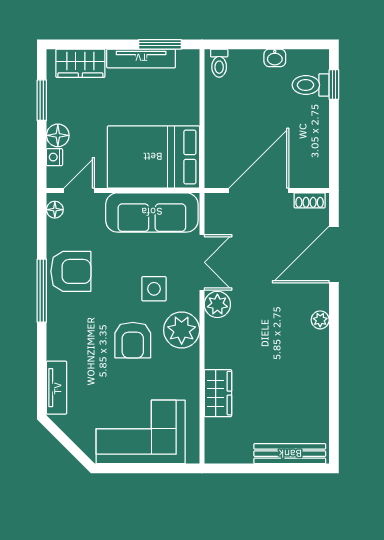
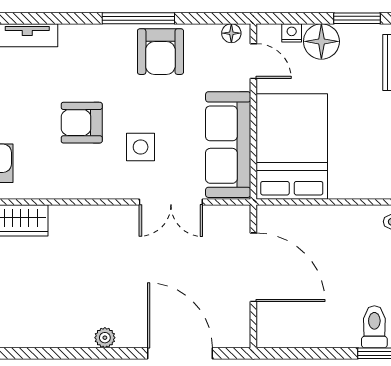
floor lamp: (58, 135) -> (321, 41), width x1.38, depth x1.38
shoe rack: (310, 200) -> (242, 325), removed
plant: (217, 304) -> (123, 220), removed
plant: (182, 330) -> (93, 179), removed

